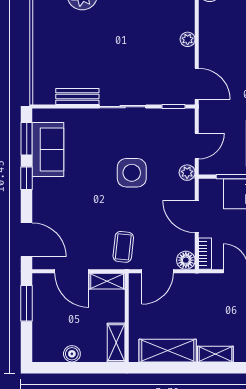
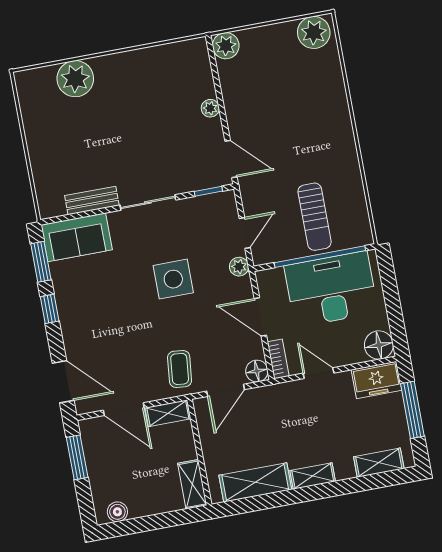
sofa: (48, 150) -> (77, 237), moved, turned 90
boiler: (72, 354) -> (117, 512), moved

